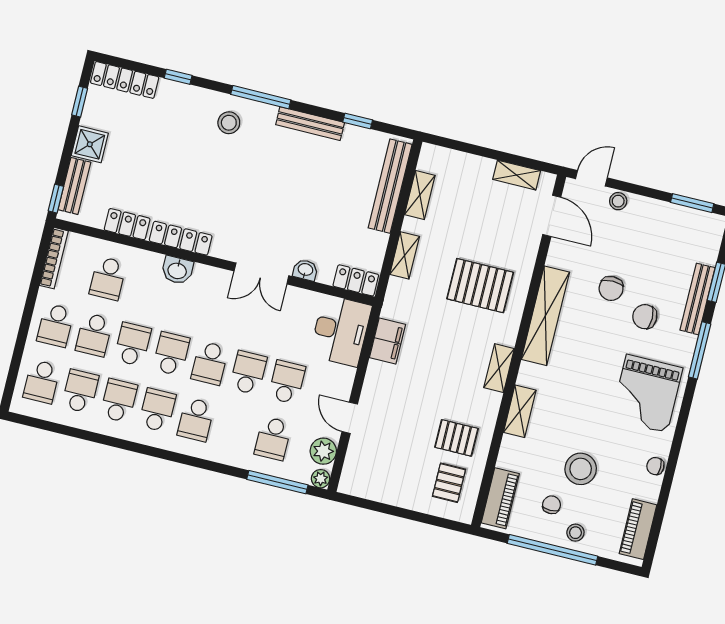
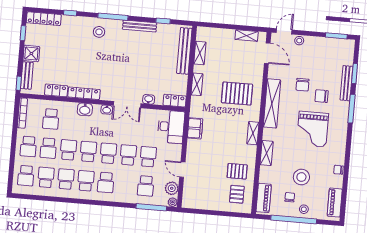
washbasin: (220, 277) -> (107, 110), added
school desk: (210, 363) -> (108, 153), turned 180
grand piano: (647, 394) -> (313, 129), moved

